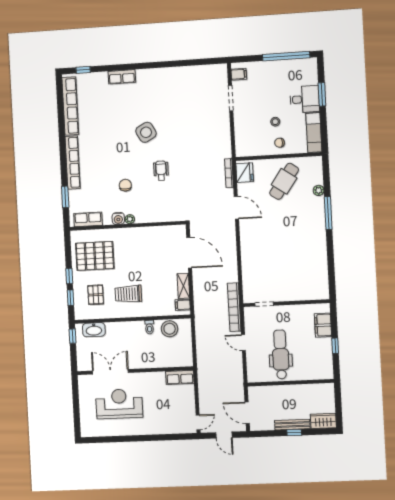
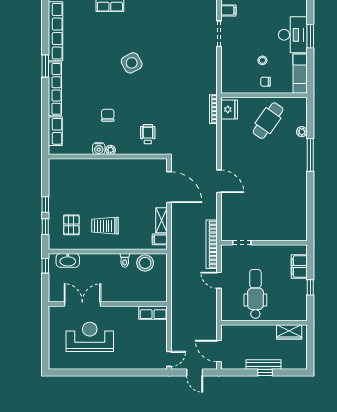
desk: (305, 99) -> (293, 35), width x1.37
wheelchair: (161, 171) -> (148, 134), moved
window: (65, 197) -> (45, 66), moved
door: (236, 208) -> (219, 181), moved
row of seats: (88, 219) -> (55, 131), moved, turned 90
pallet: (95, 256) -> (73, 185), removed
wardrobe: (323, 421) -> (289, 332), moved, turned 180

